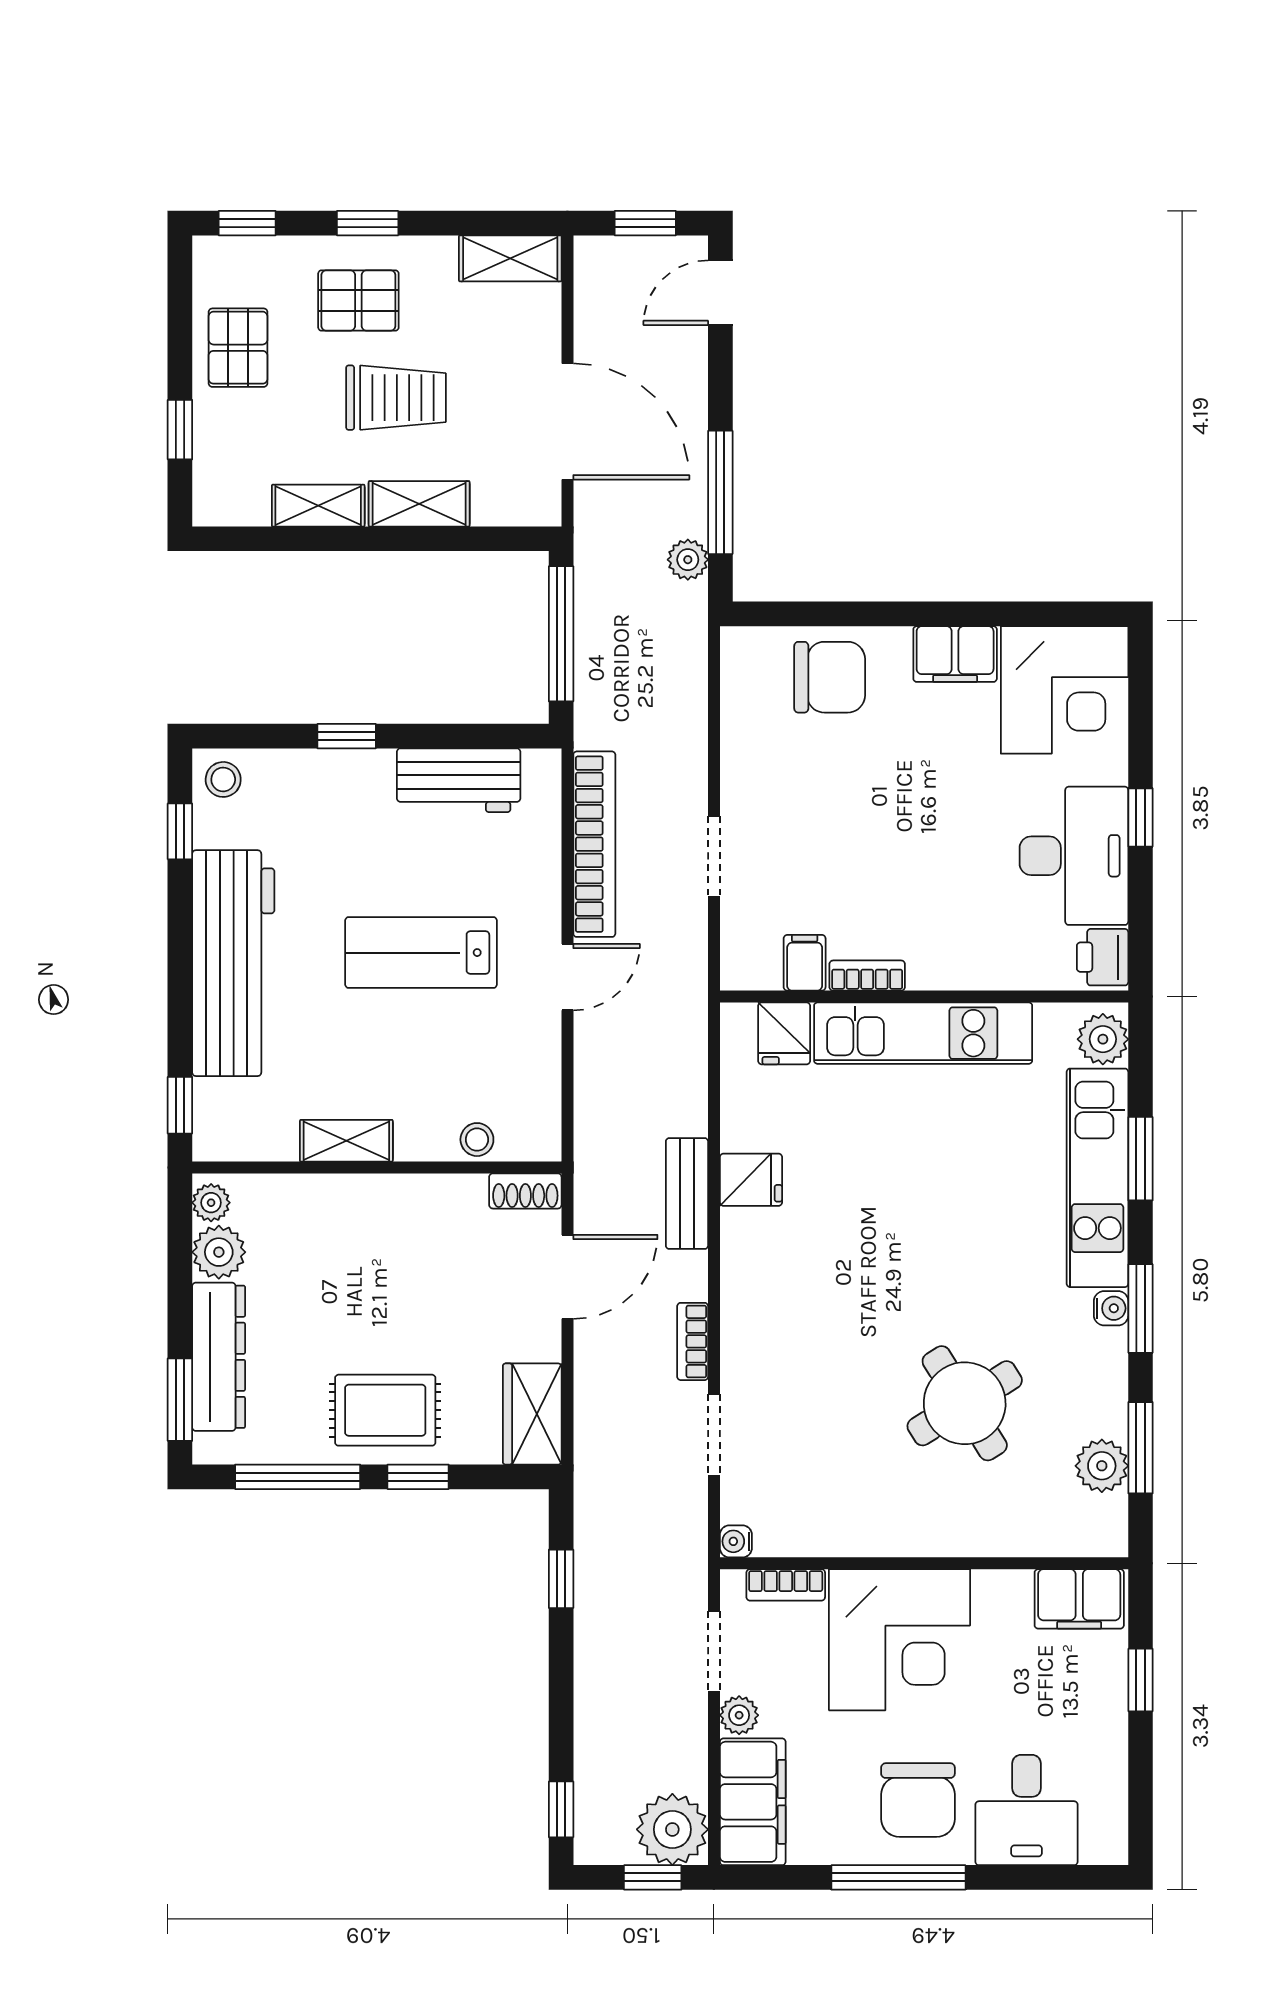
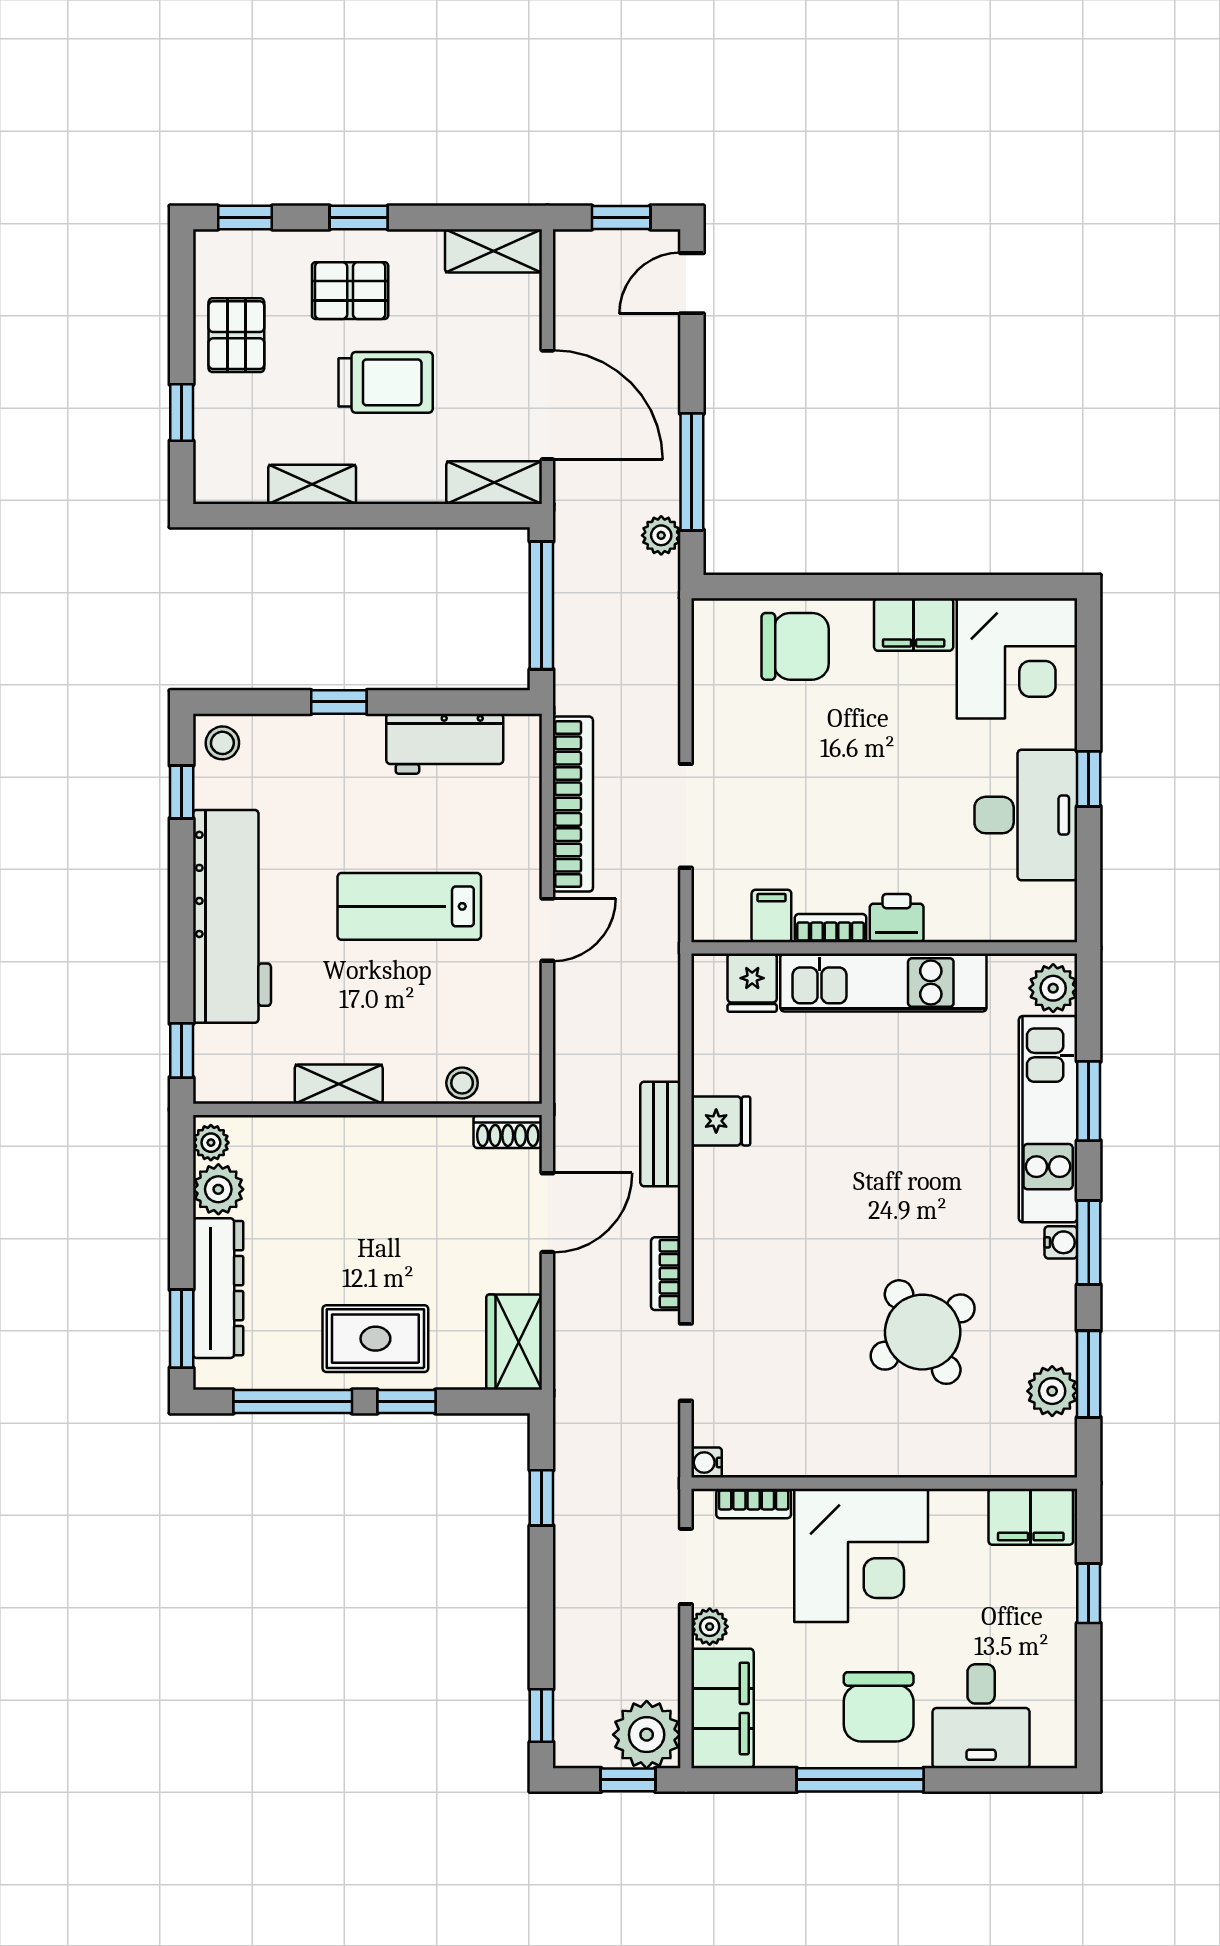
shelving: (419, 504) -> (494, 483), moved
doorway: (714, 857) -> (686, 816), width x1.38
printer: (1103, 957) -> (897, 918), moved, turned 90

